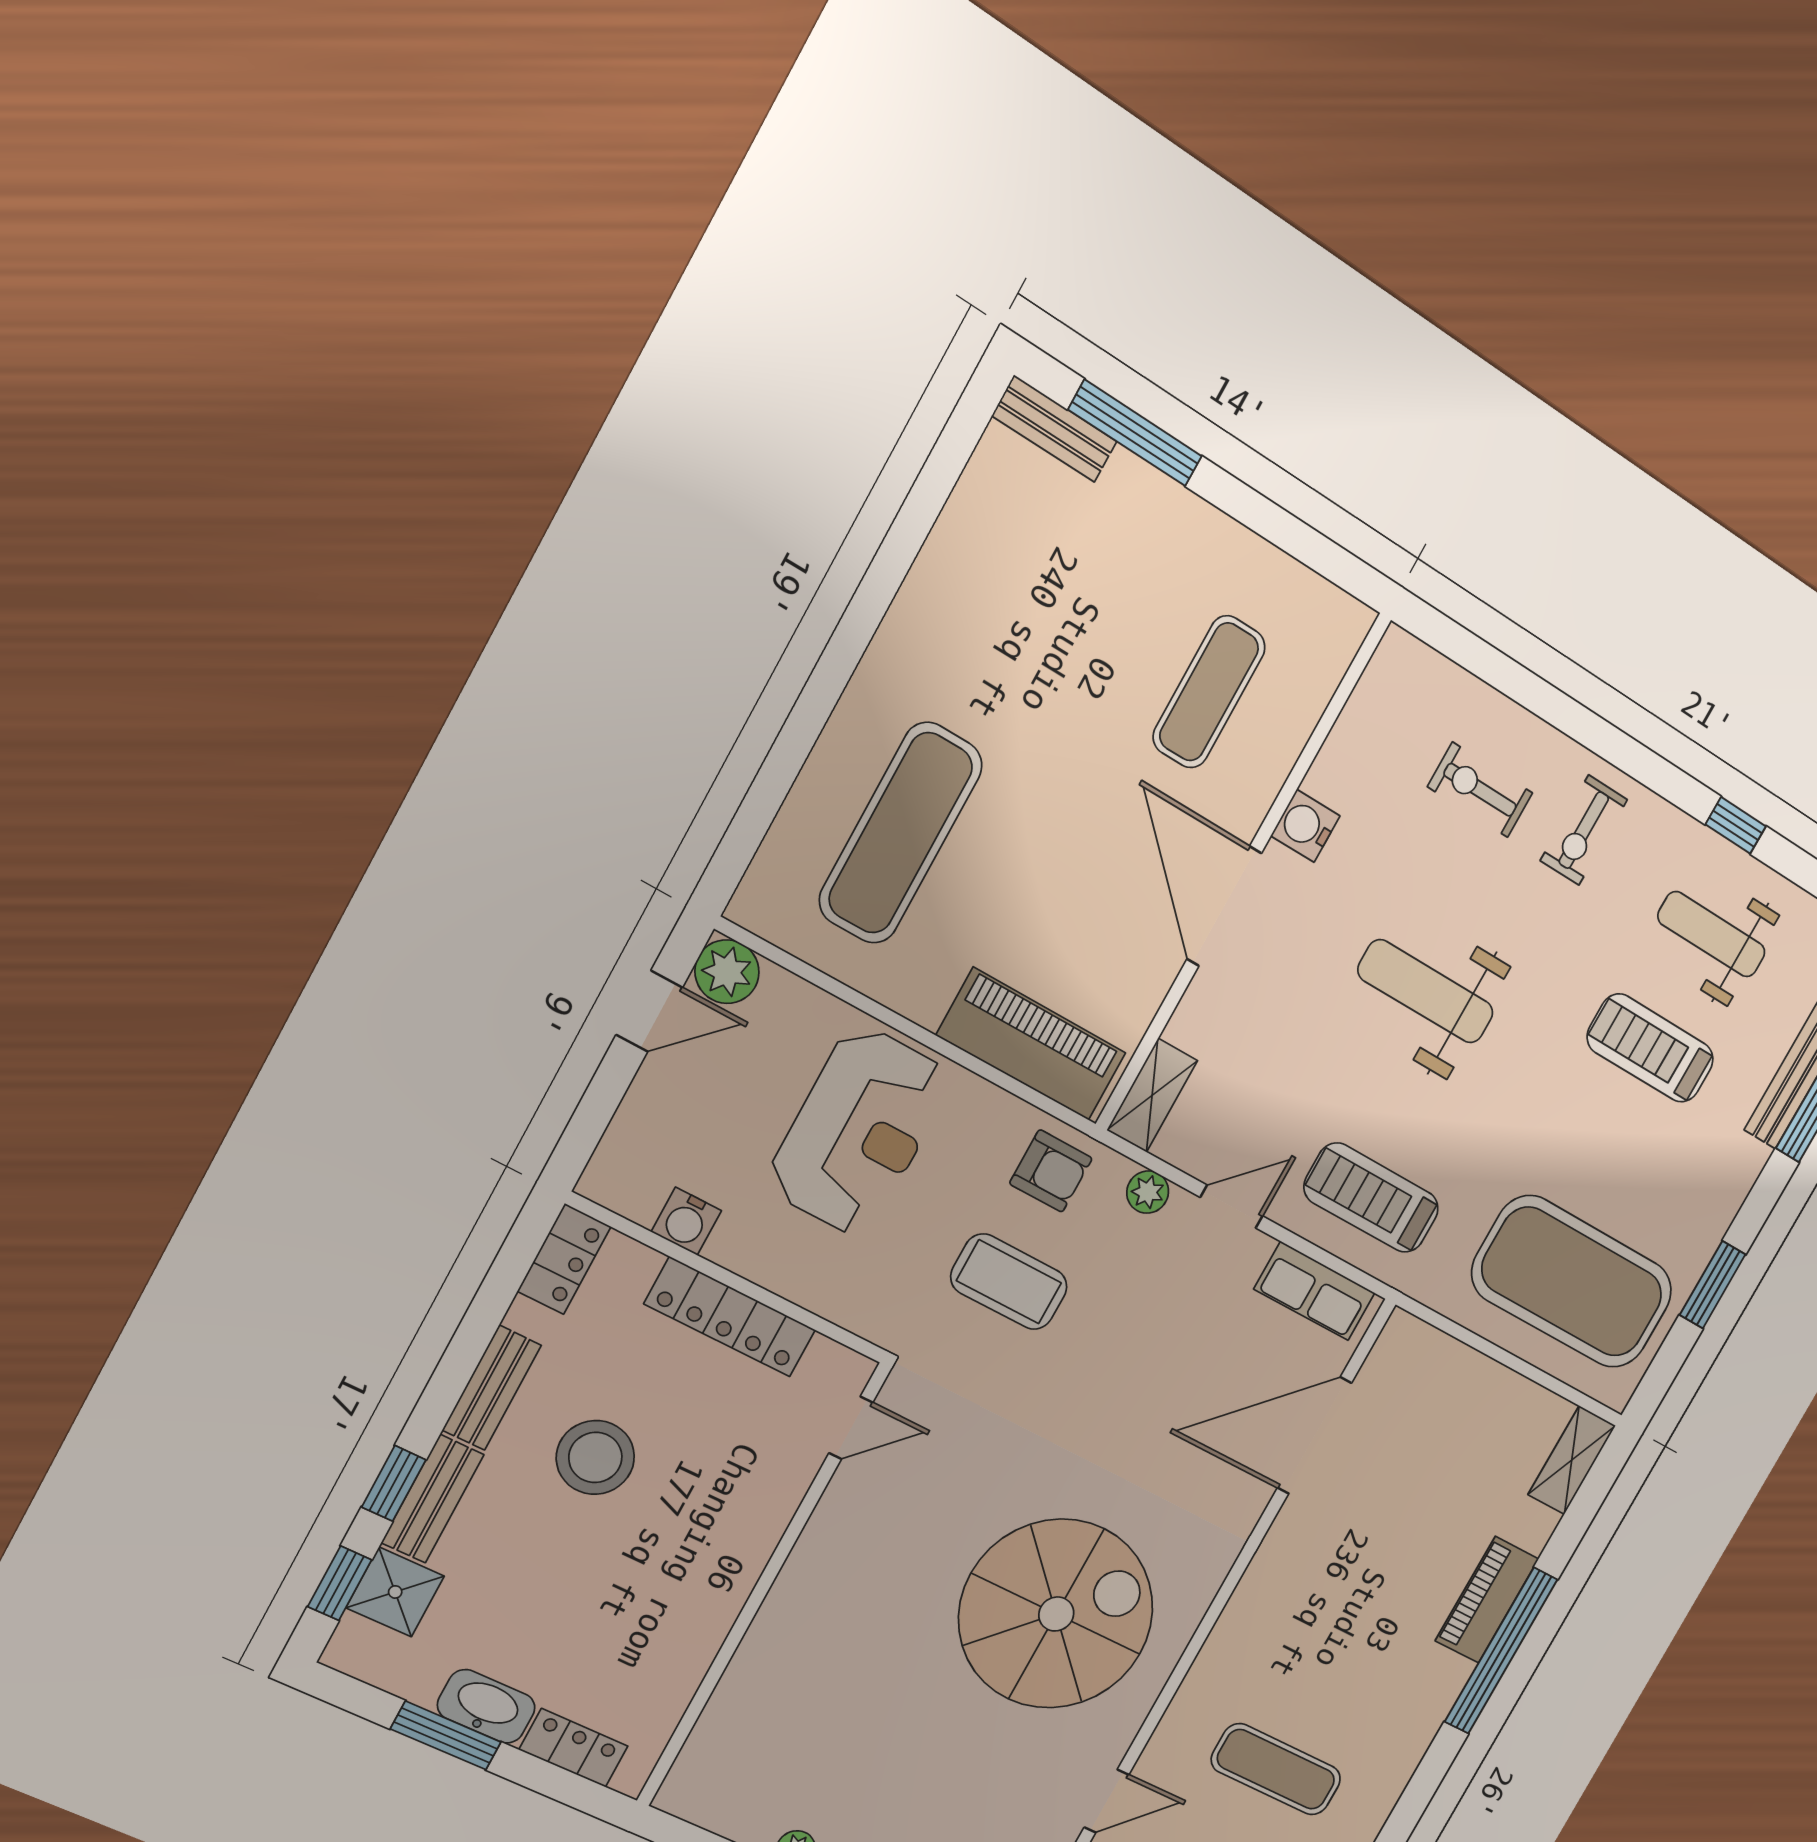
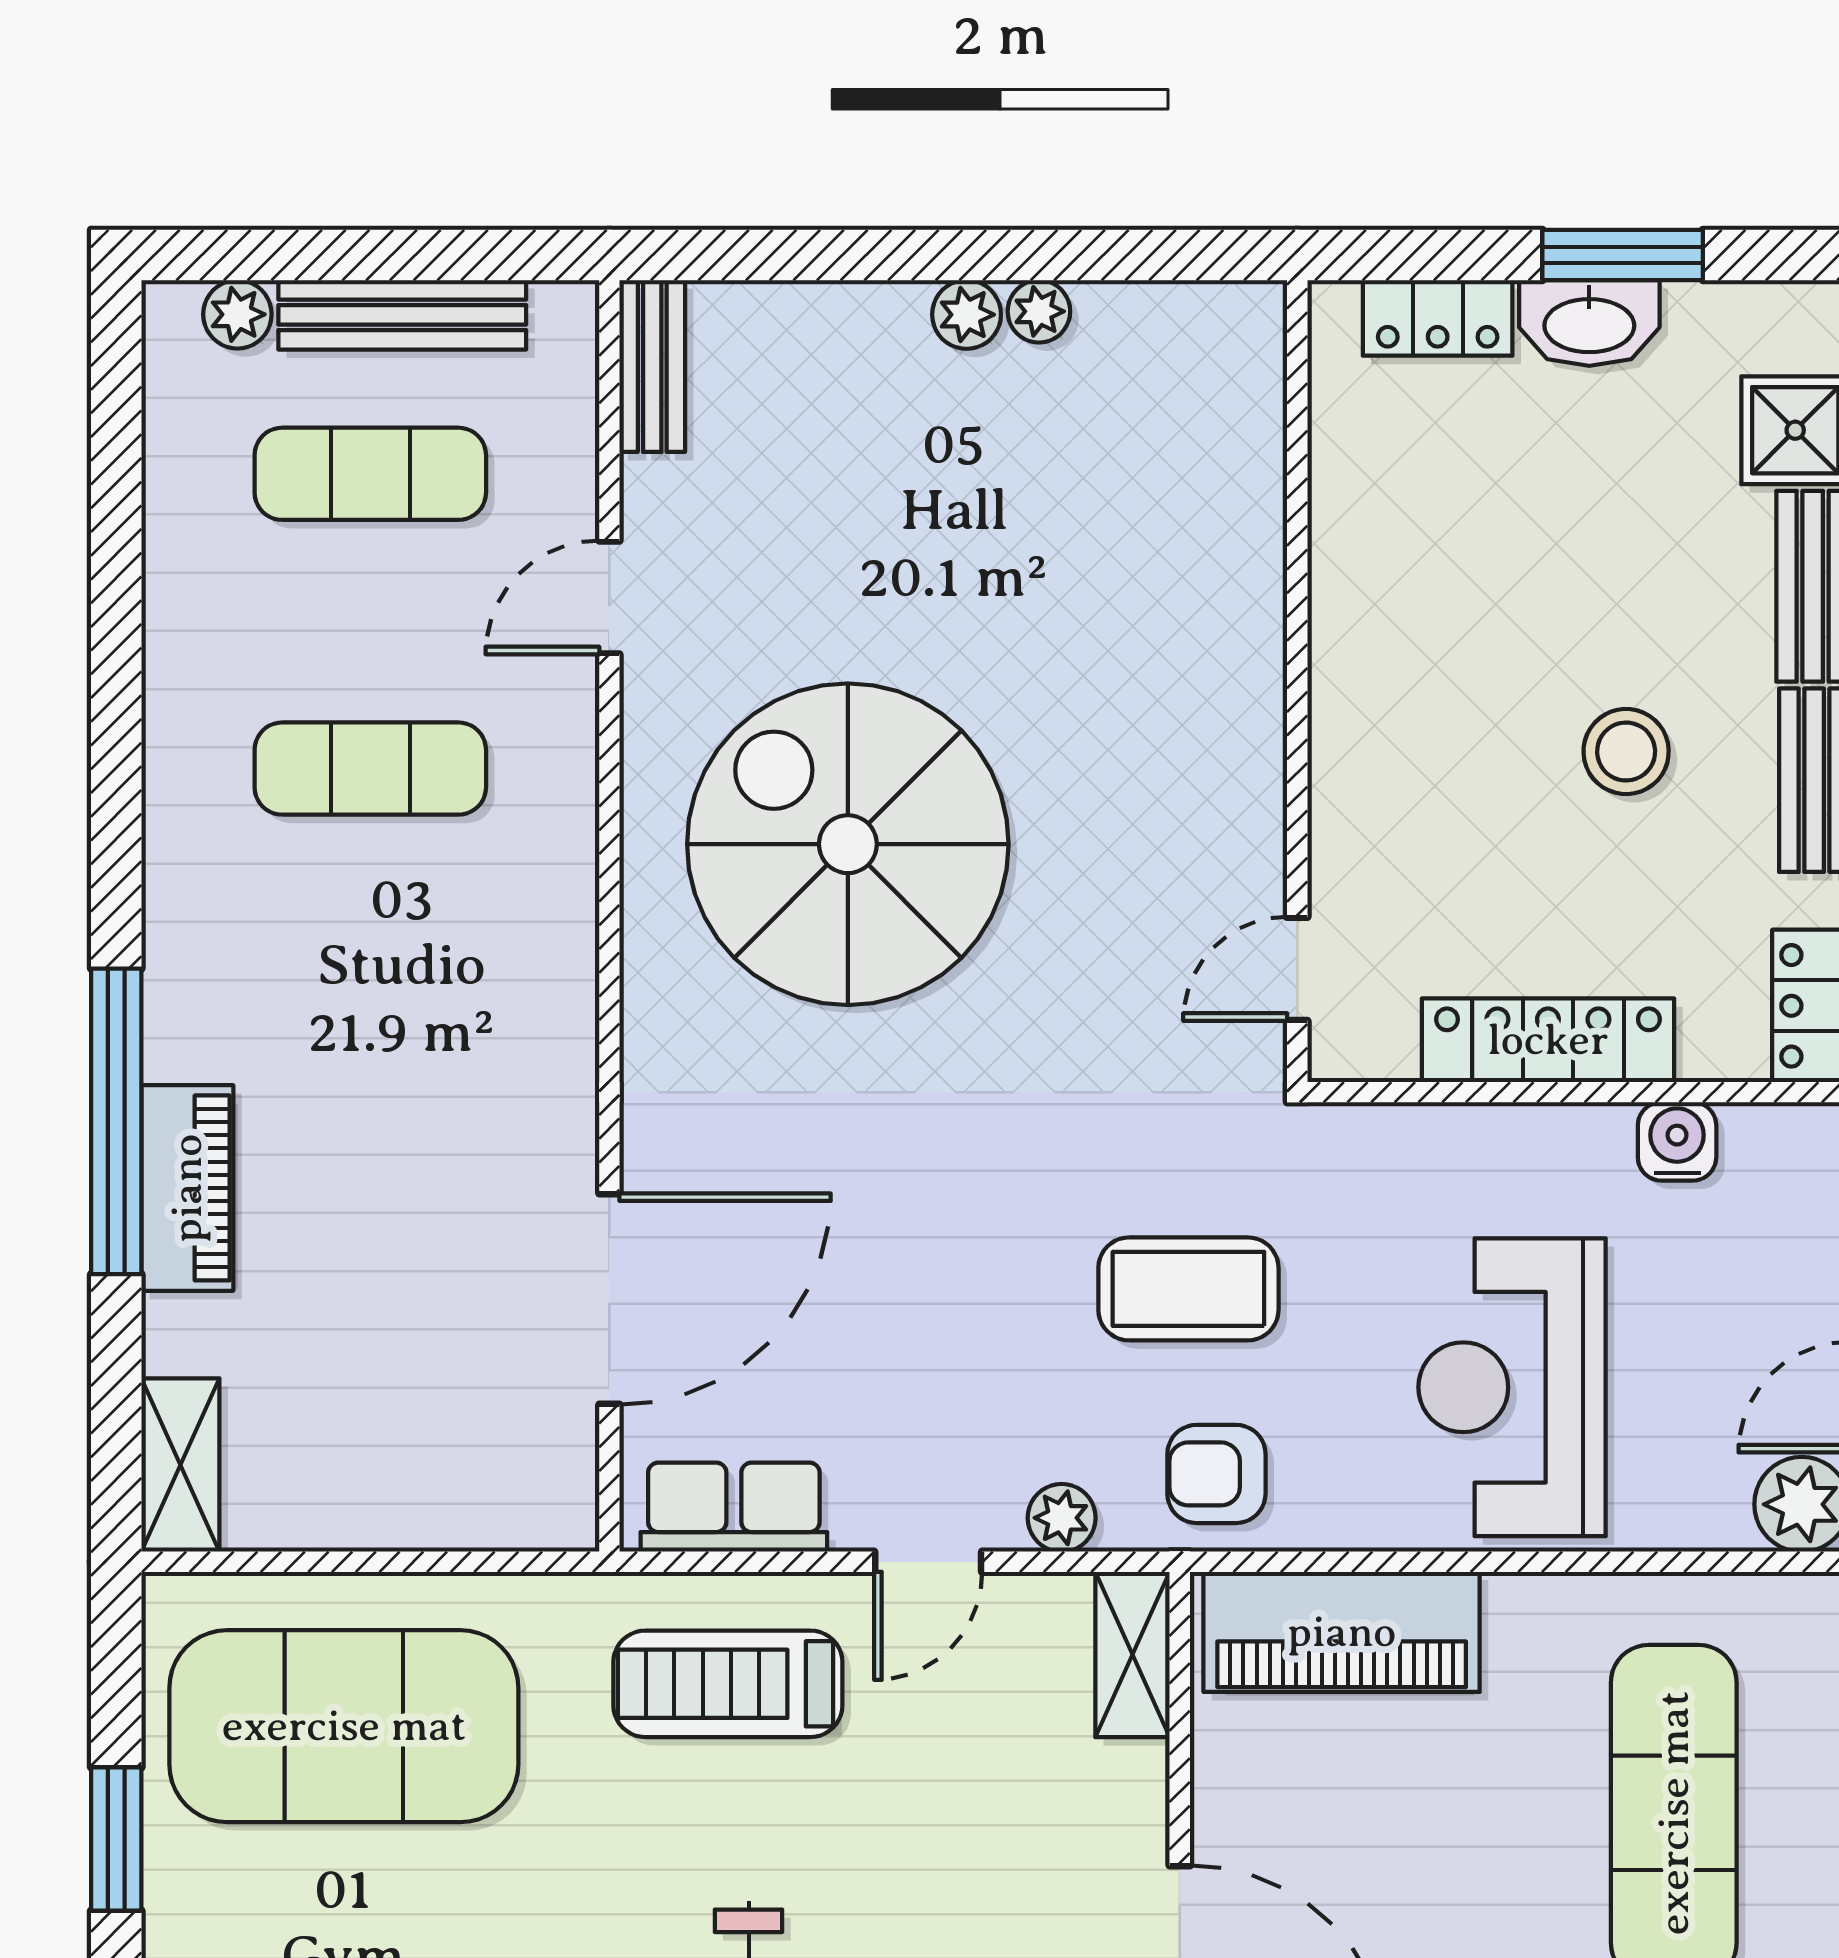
treadmill: (1371, 1198) -> (728, 1684), turned 180
stool: (595, 1457) -> (1626, 752), width x0.73, depth x0.73
spiral stairs: (1056, 1614) -> (848, 844), turned 90

